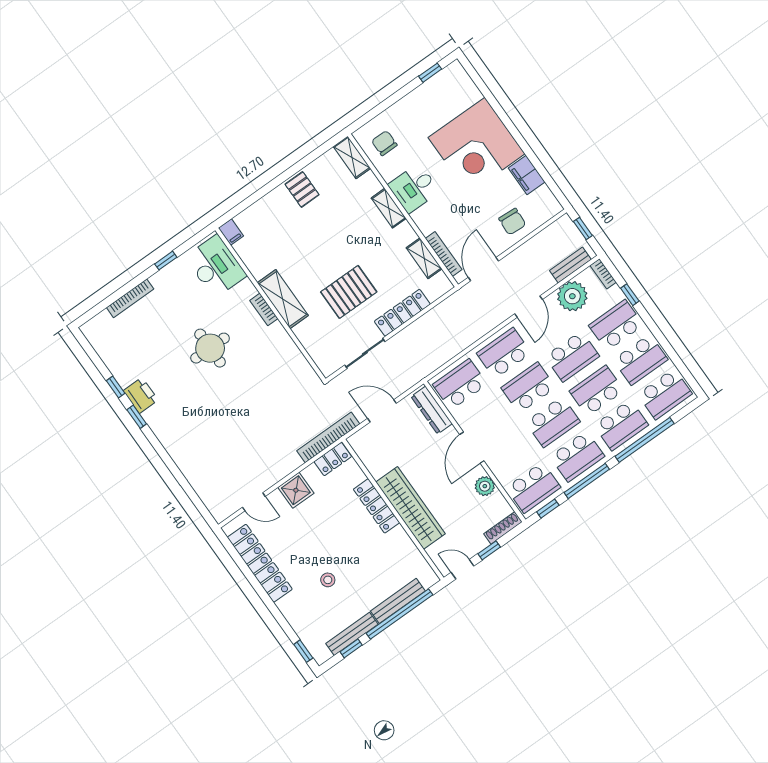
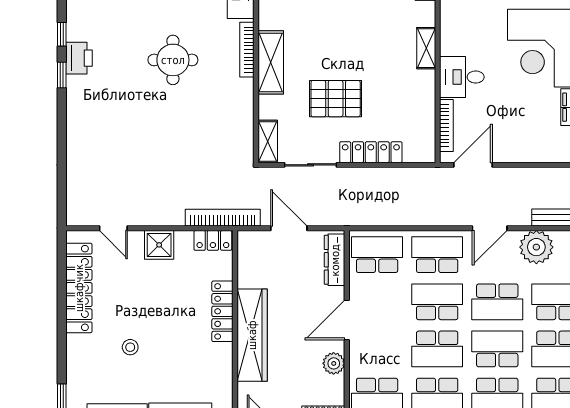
desk: (414, 188) -> (462, 77), moved
chair: (512, 222) -> (530, 140), removed
shelving: (424, 258) -> (268, 141), moved
bookcase: (264, 309) -> (247, 50), width x1.56

